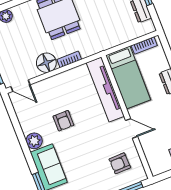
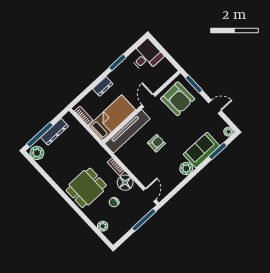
chair: (29, 40) -> (114, 202), added
armchair: (63, 121) -> (156, 143), moved
armchair: (120, 163) -> (178, 99), width x1.88, depth x1.88

